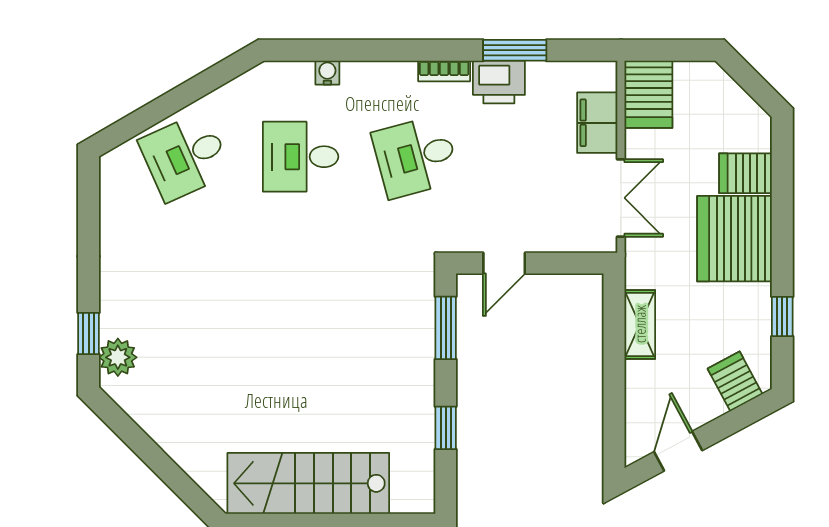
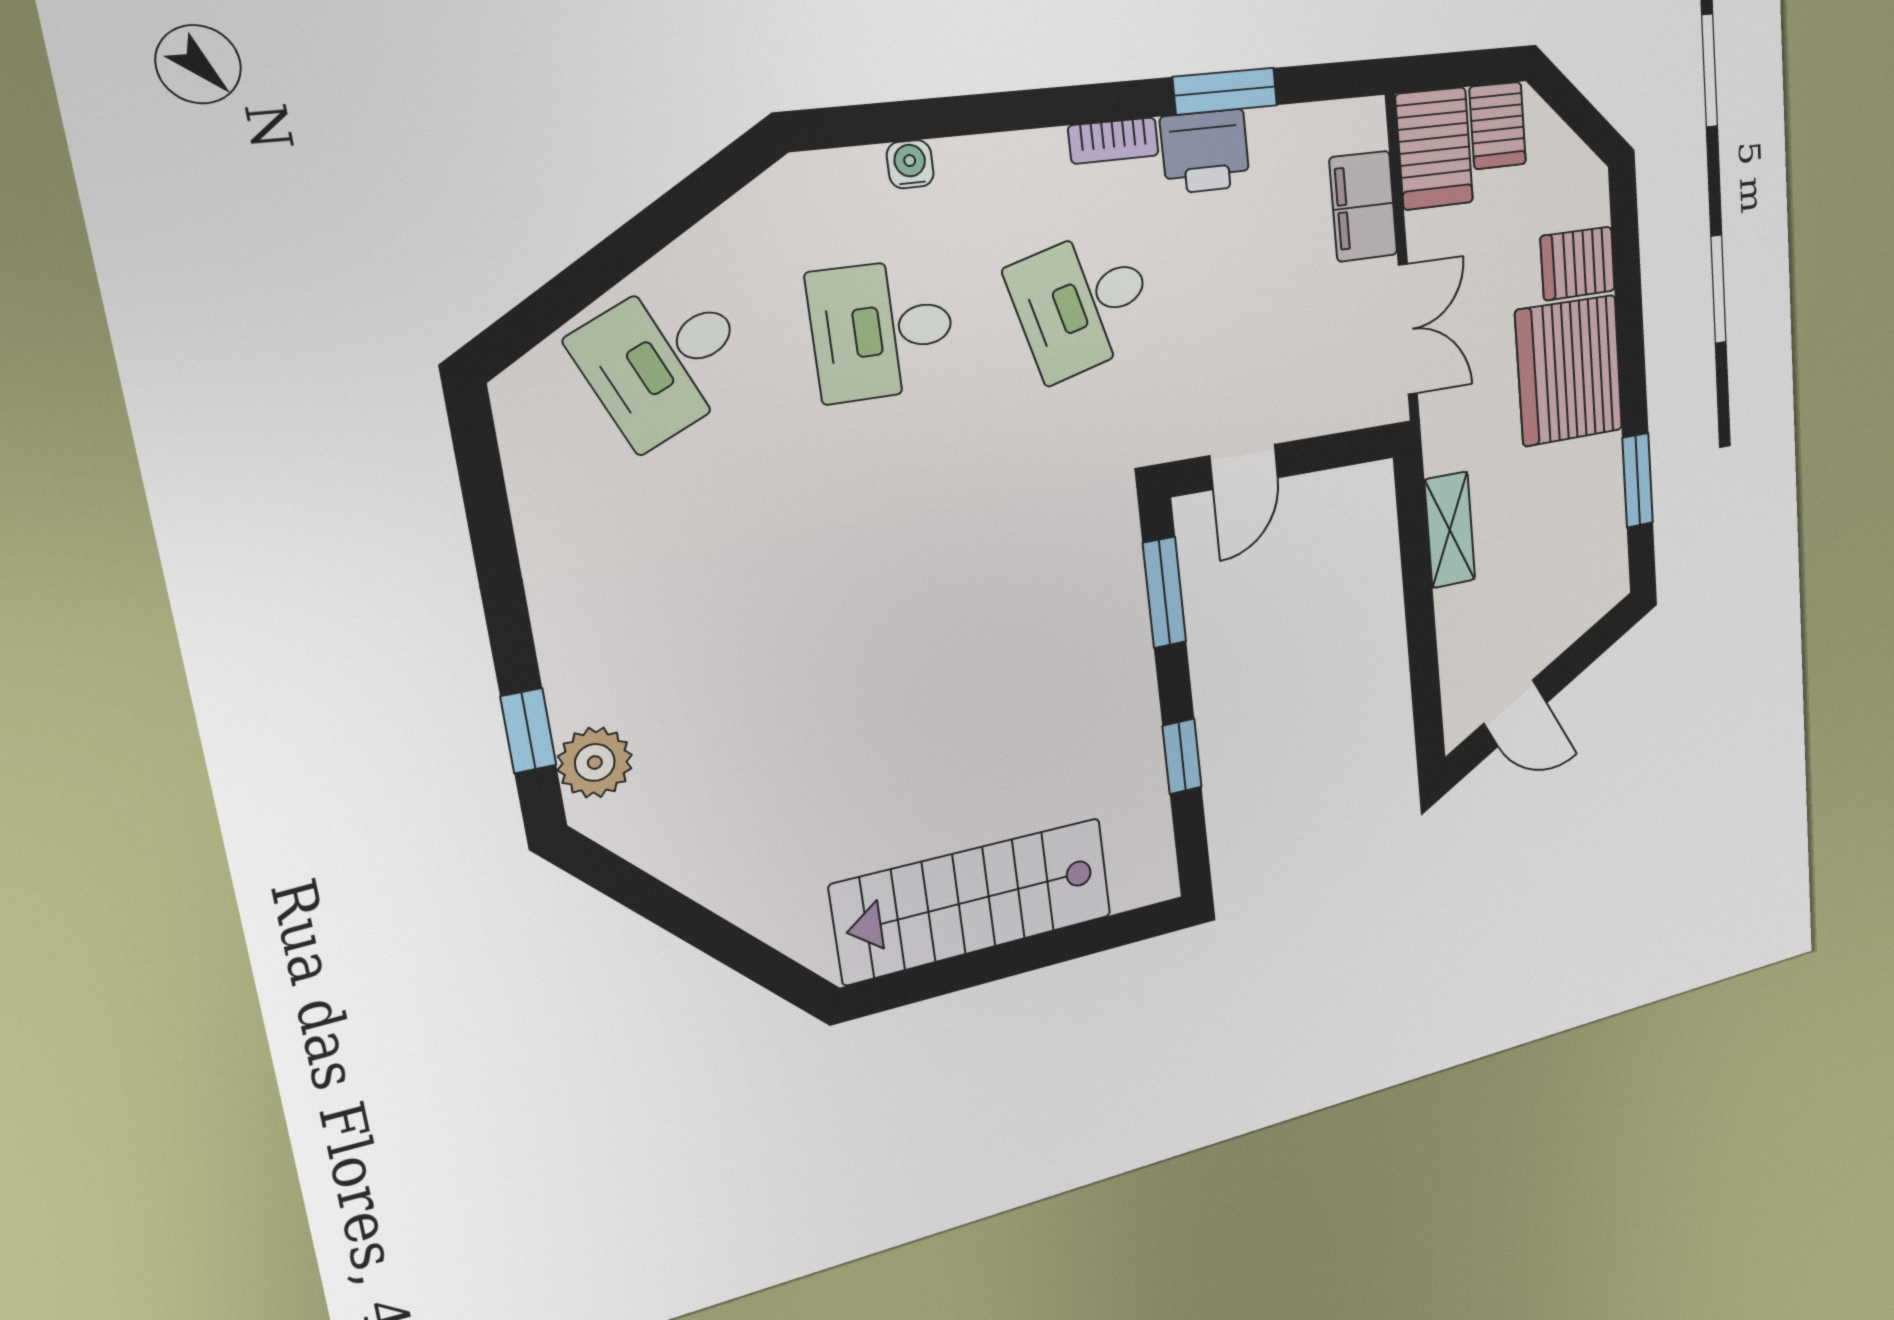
window: (782, 317) -> (1638, 480), width x1.50
server rack: (735, 381) -> (1498, 126), moved, turned -152
door: (678, 451) -> (1515, 713), swing flipped

